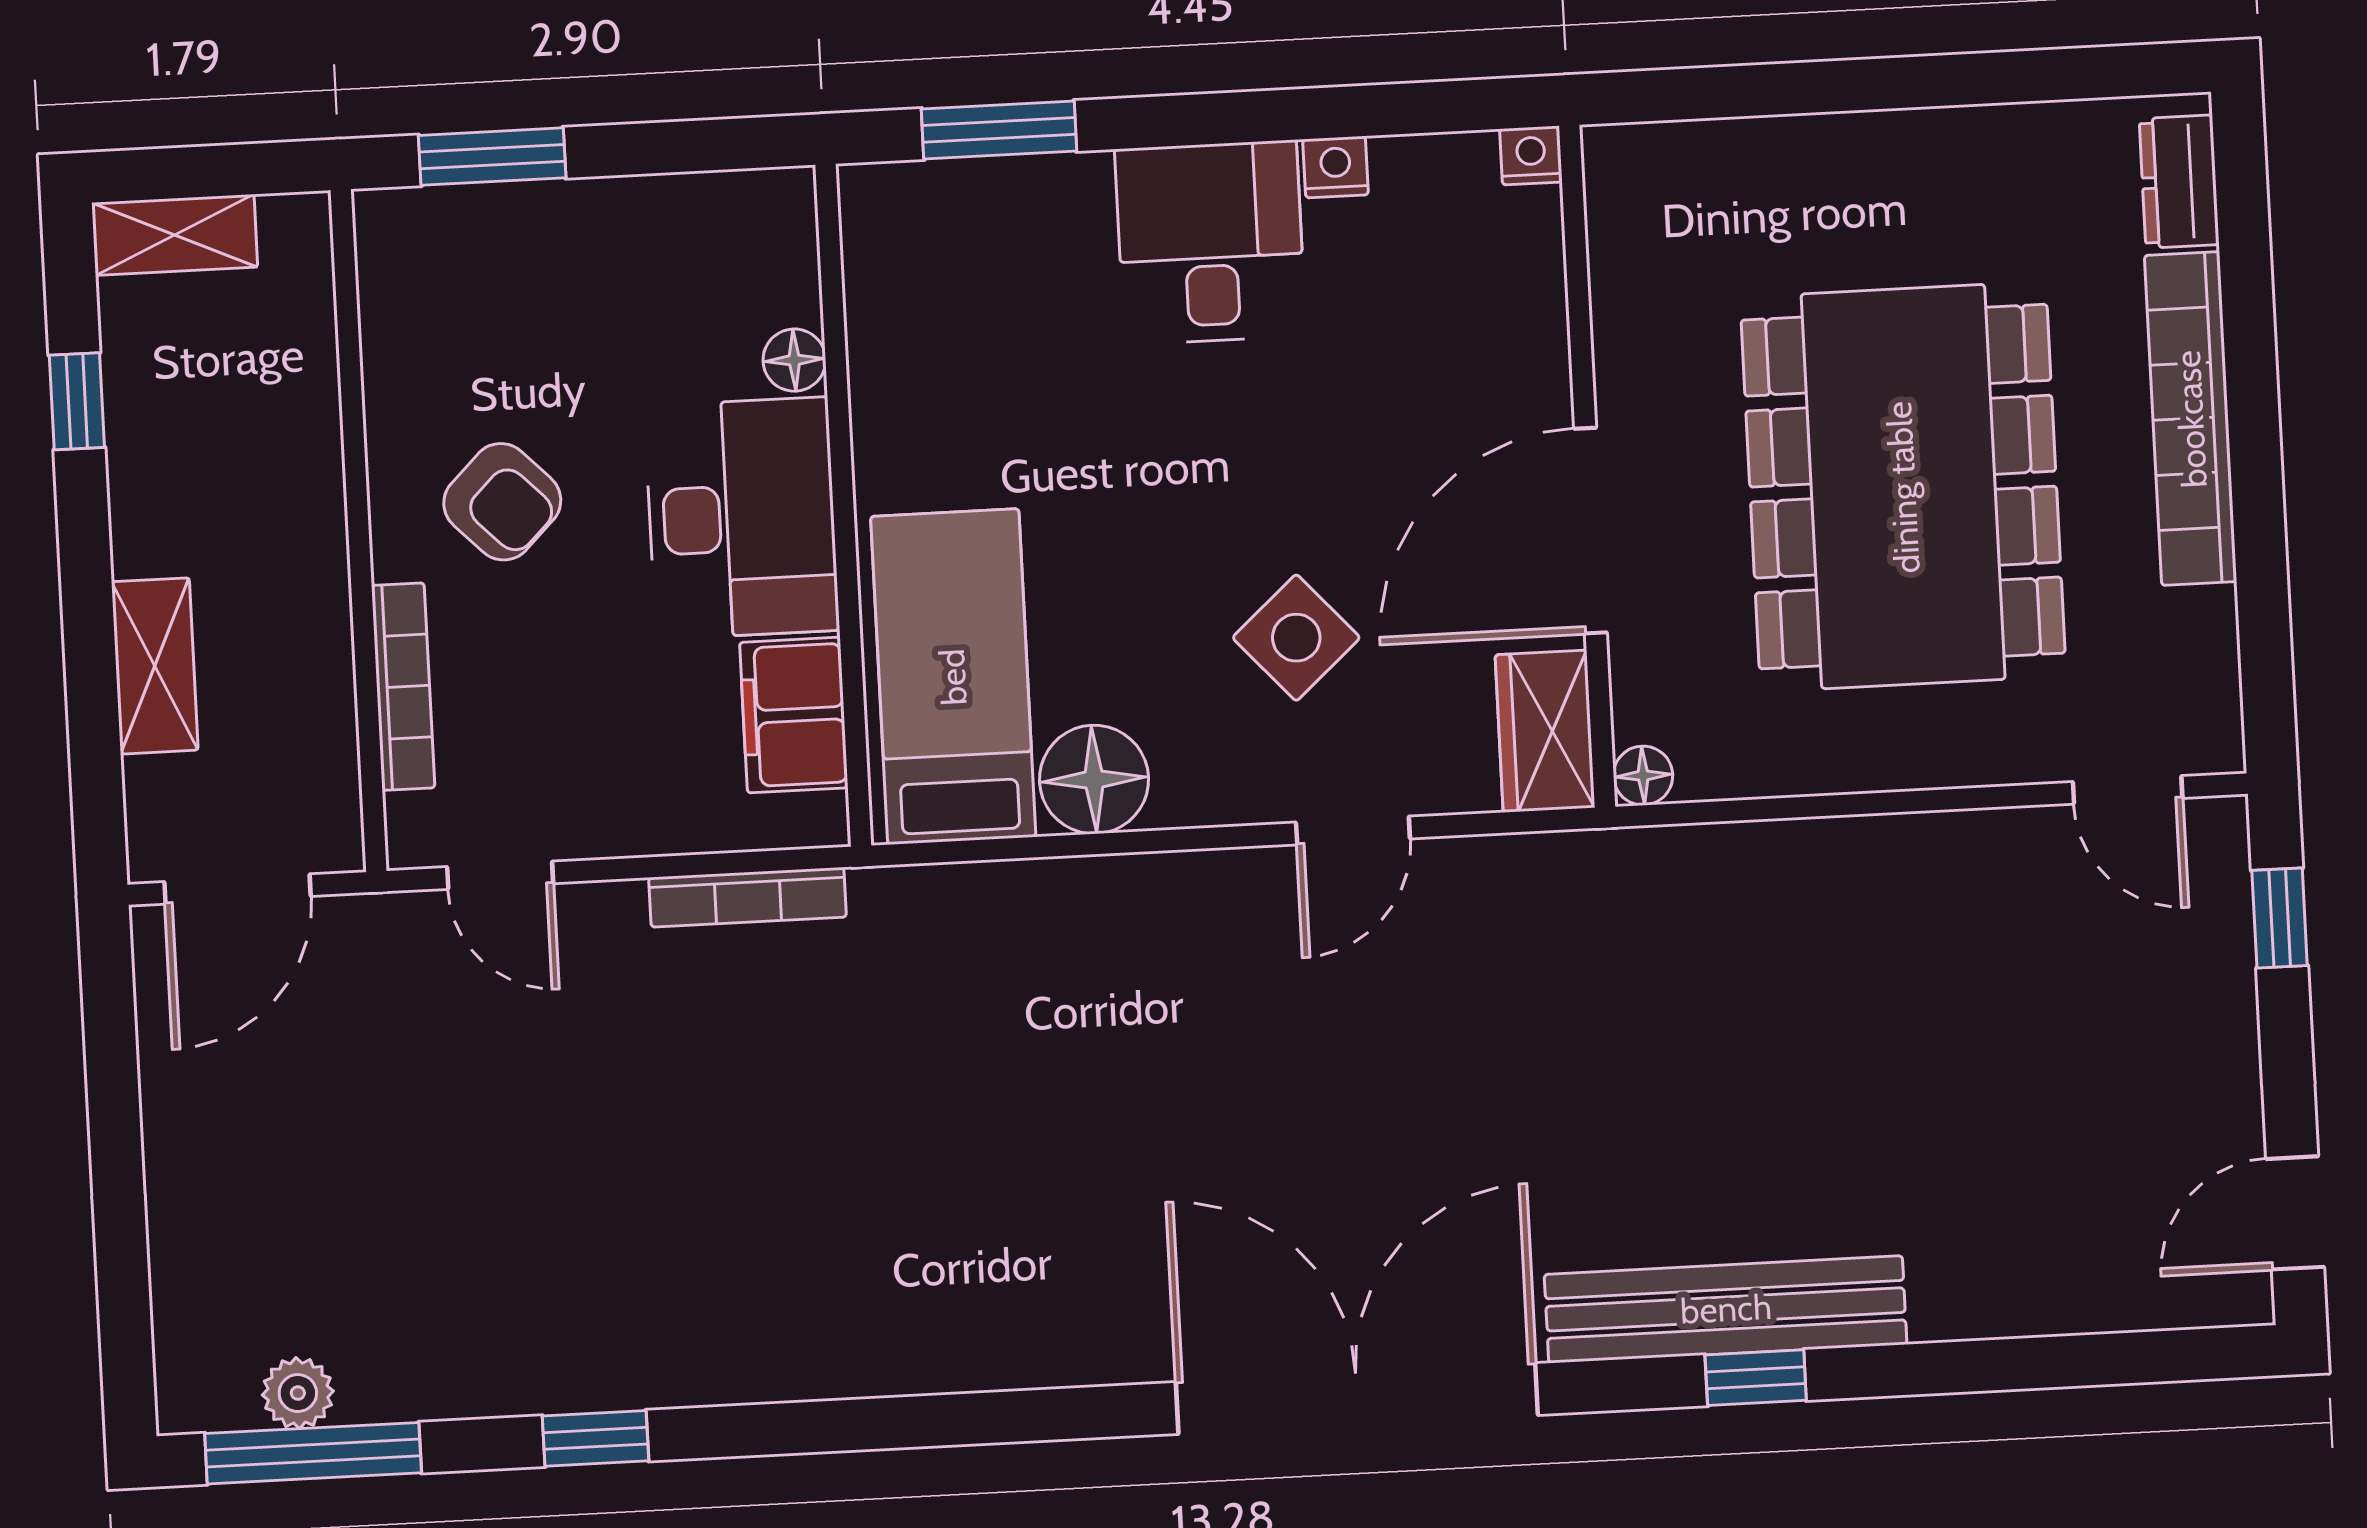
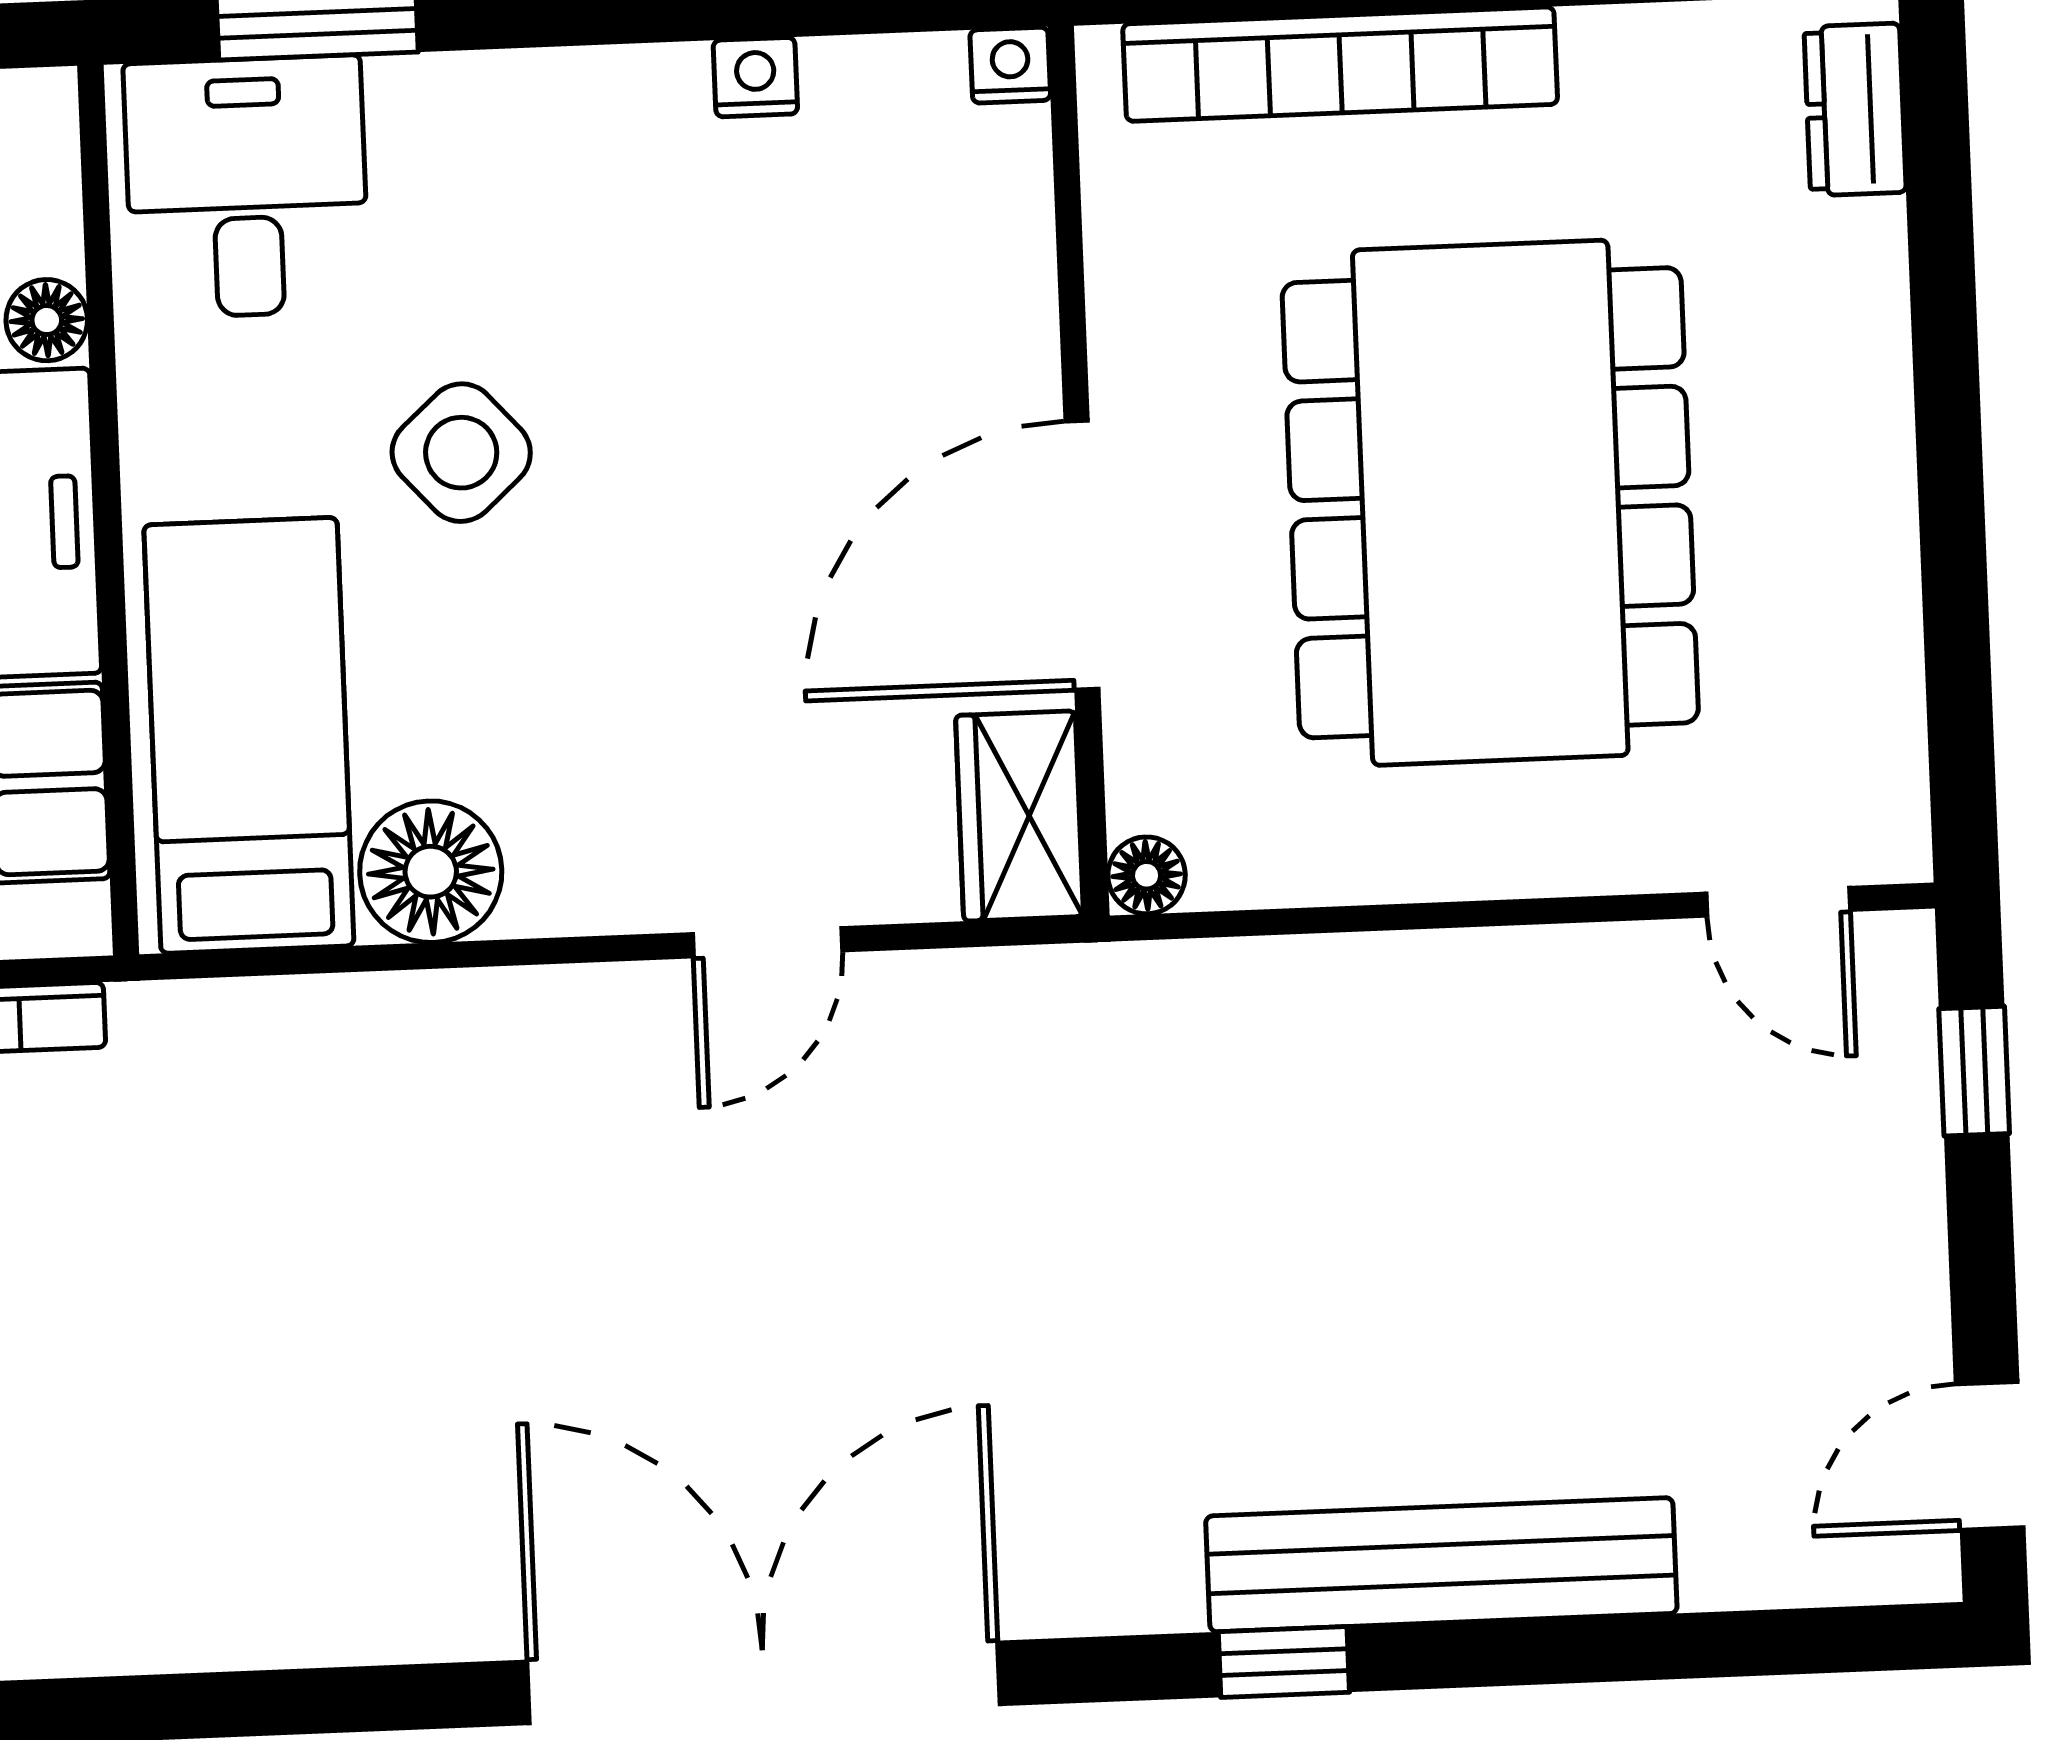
desk: (1210, 242) -> (246, 187), moved
bookcase: (2191, 419) -> (1340, 64), moved, turned -90
side table: (1296, 638) -> (461, 453), moved
bench: (1726, 1309) -> (1441, 1565), moved

